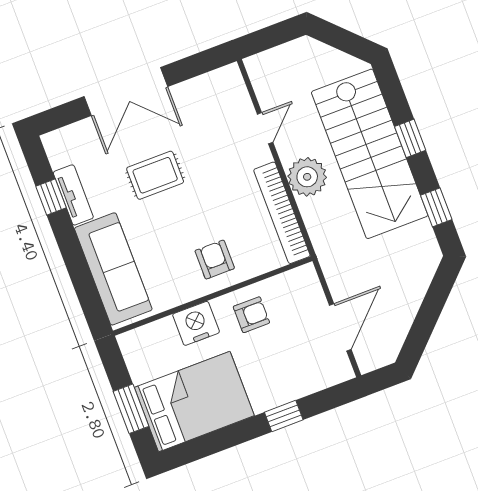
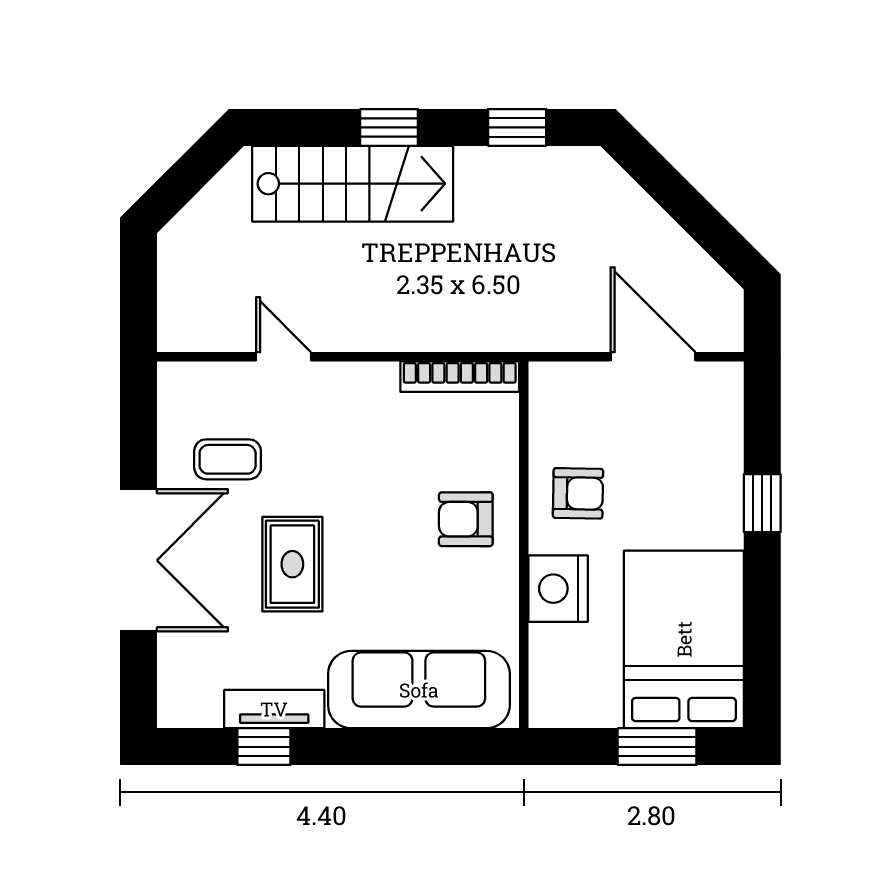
coffee table: (198, 119) -> (228, 459), added
stairs: (370, 154) -> (353, 184), width x0.73, depth x0.66
plant: (307, 177) -> (388, 318), removed
bookcase: (282, 213) -> (460, 377), width x0.68, depth x0.76
armchair: (251, 315) -> (578, 493), turned 91

